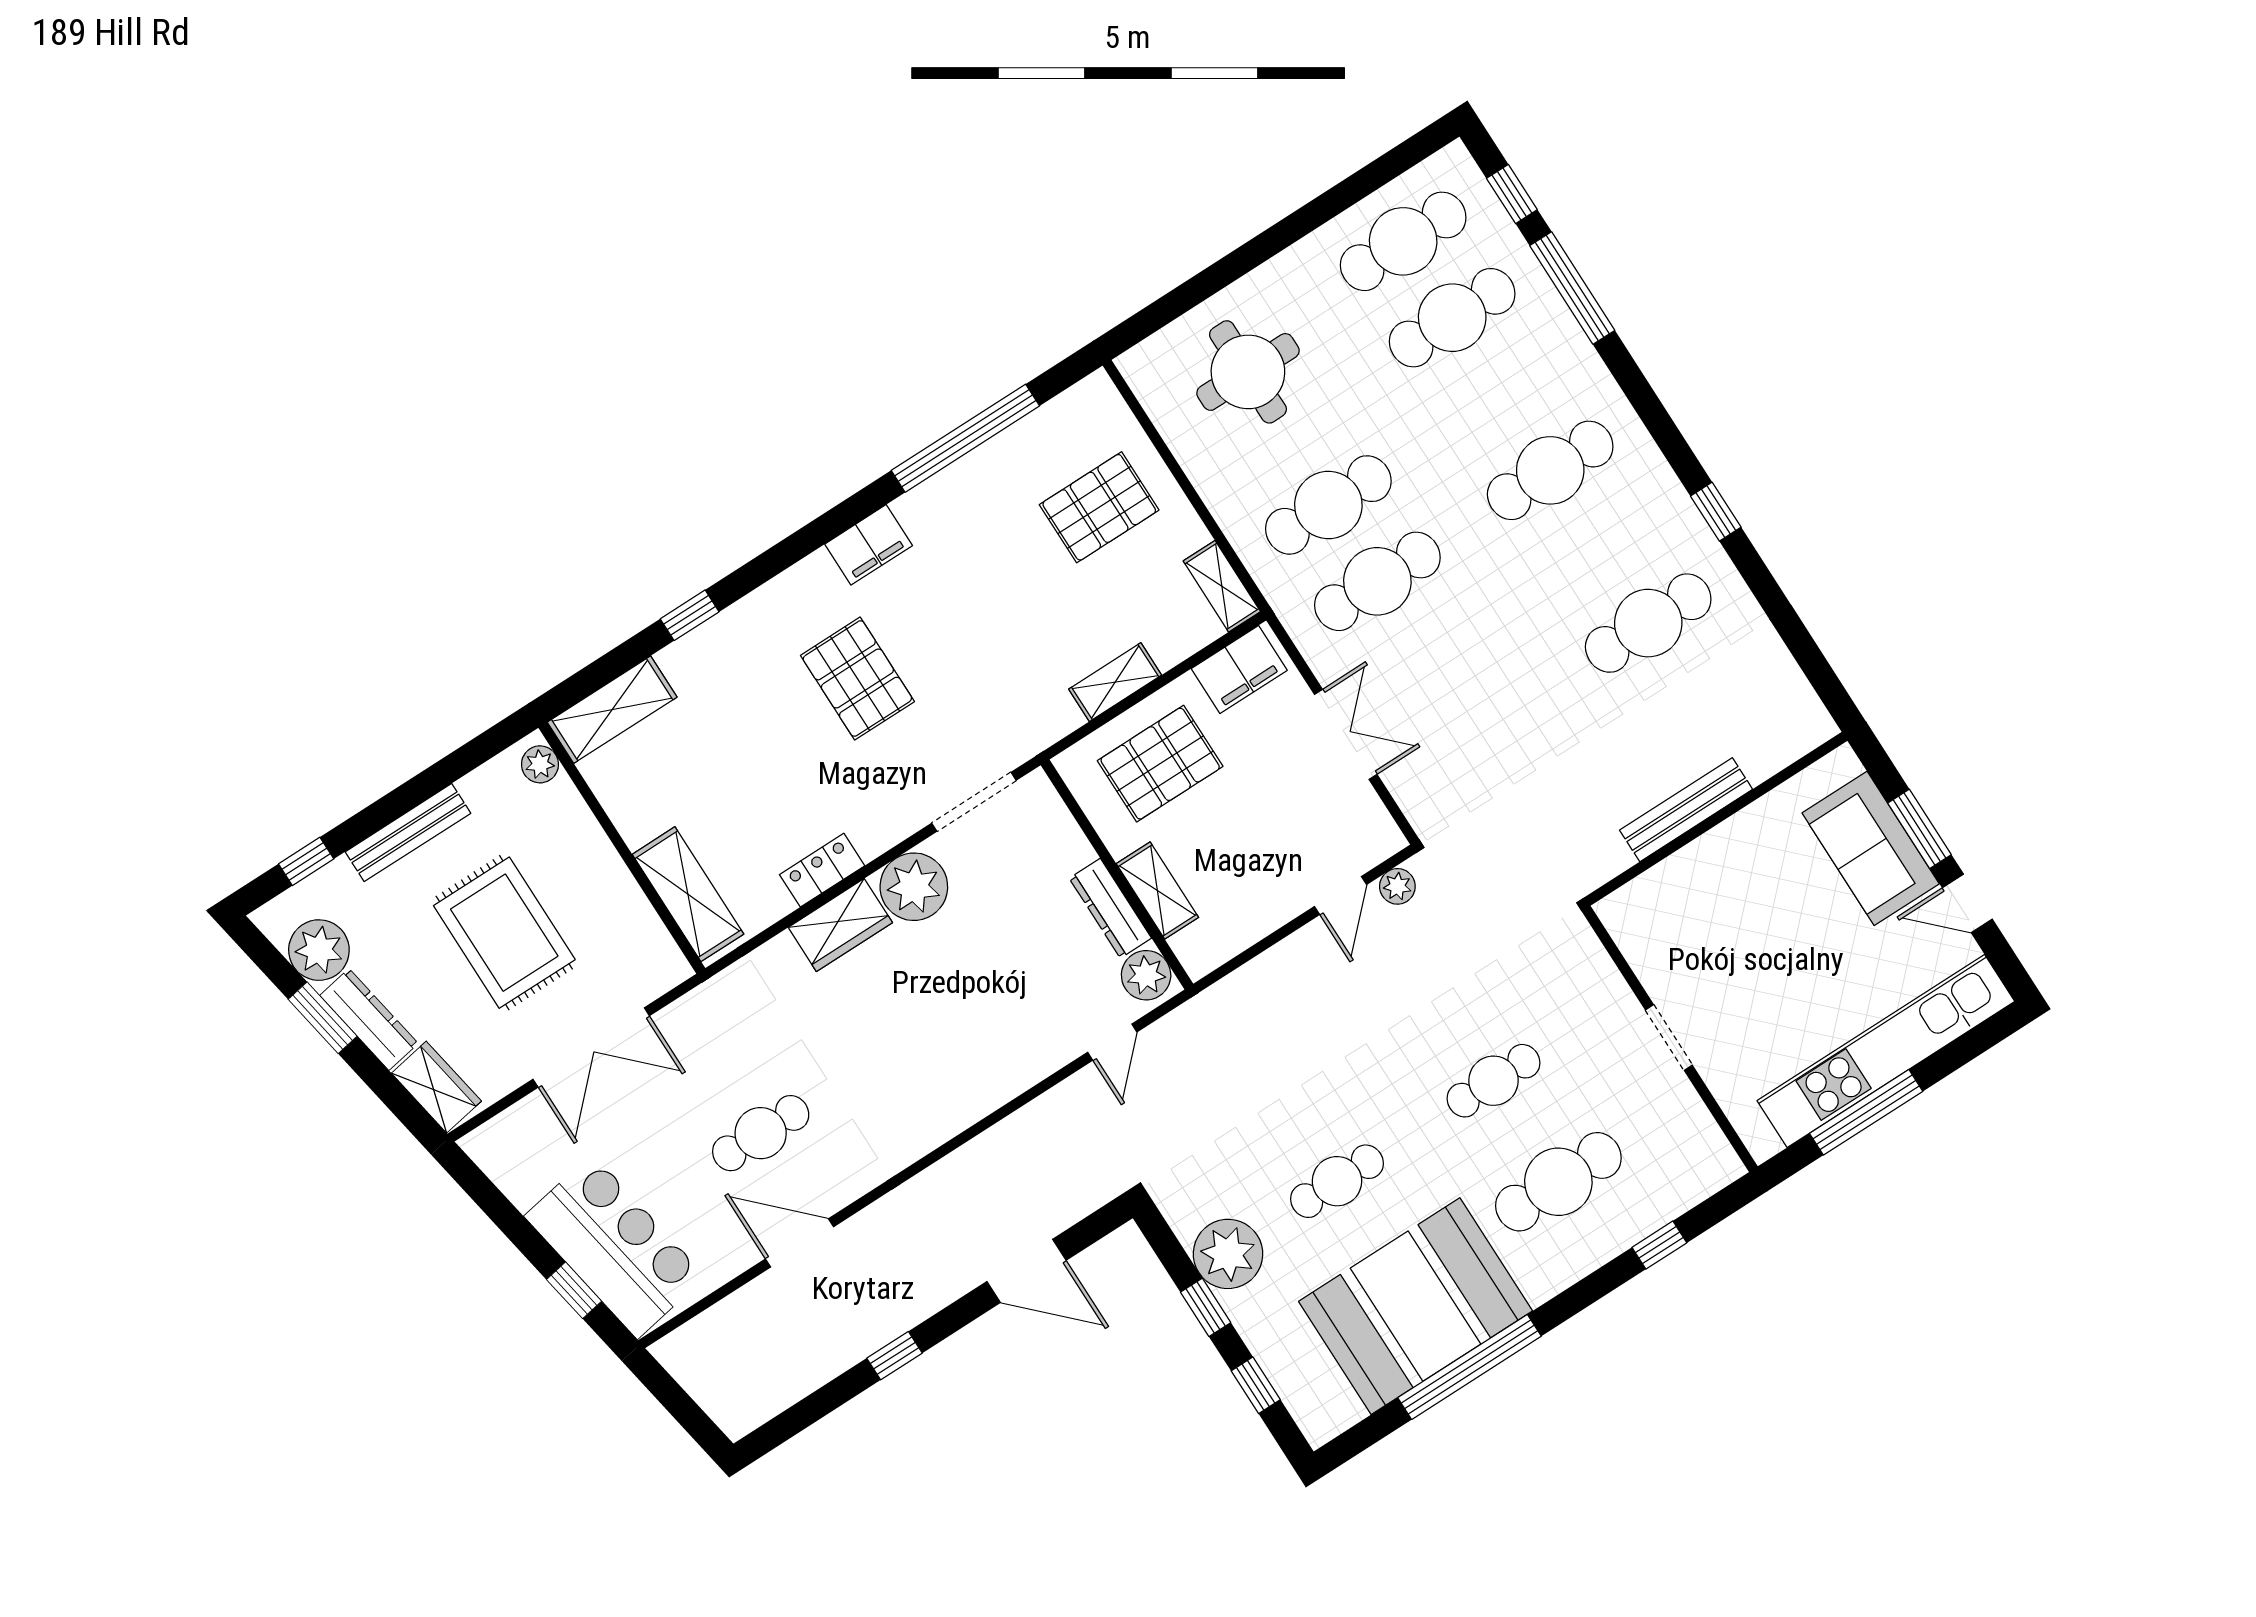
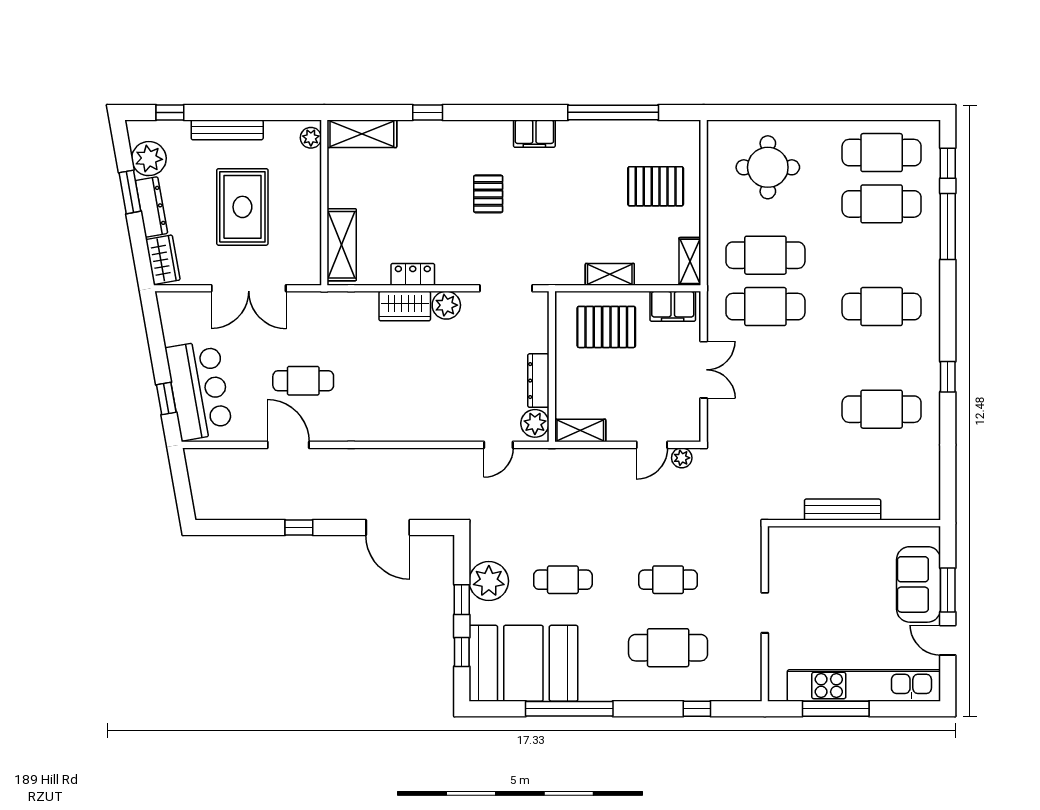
pallet: (857, 679) -> (488, 194), width x0.67, depth x0.71
plant: (914, 887) -> (446, 305), width x0.73, depth x0.73
shelving: (1157, 891) -> (580, 430), moved, turned 90
booth: (1416, 1306) -> (523, 663), moved

